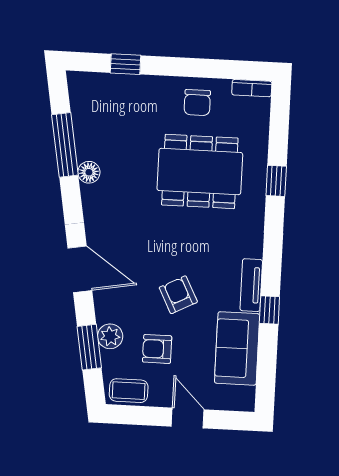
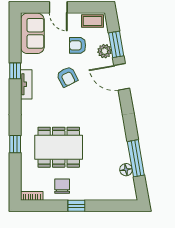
window: (125, 64) -> (76, 206), moved
floor lamp: (89, 172) -> (126, 170), moved
door: (80, 269) -> (122, 77), moved
sofa: (237, 348) -> (32, 33), moved
armchair: (157, 349) -> (78, 45), turned 180

